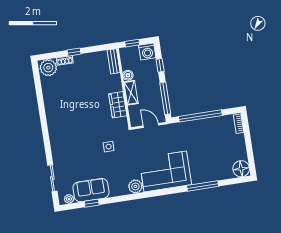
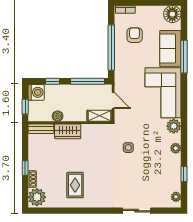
shelving: (131, 93) -> (100, 116), moved
rug: (65, 102) -> (75, 185), added
wardrobe: (118, 105) -> (68, 131), moved
door: (151, 125) -> (113, 100), swing flipped
armchair: (216, 136) -> (135, 35), added
sliding door: (52, 178) -> (137, 211), moved
sofa: (91, 190) -> (170, 49), moved
plant: (115, 192) -> (176, 148), added

